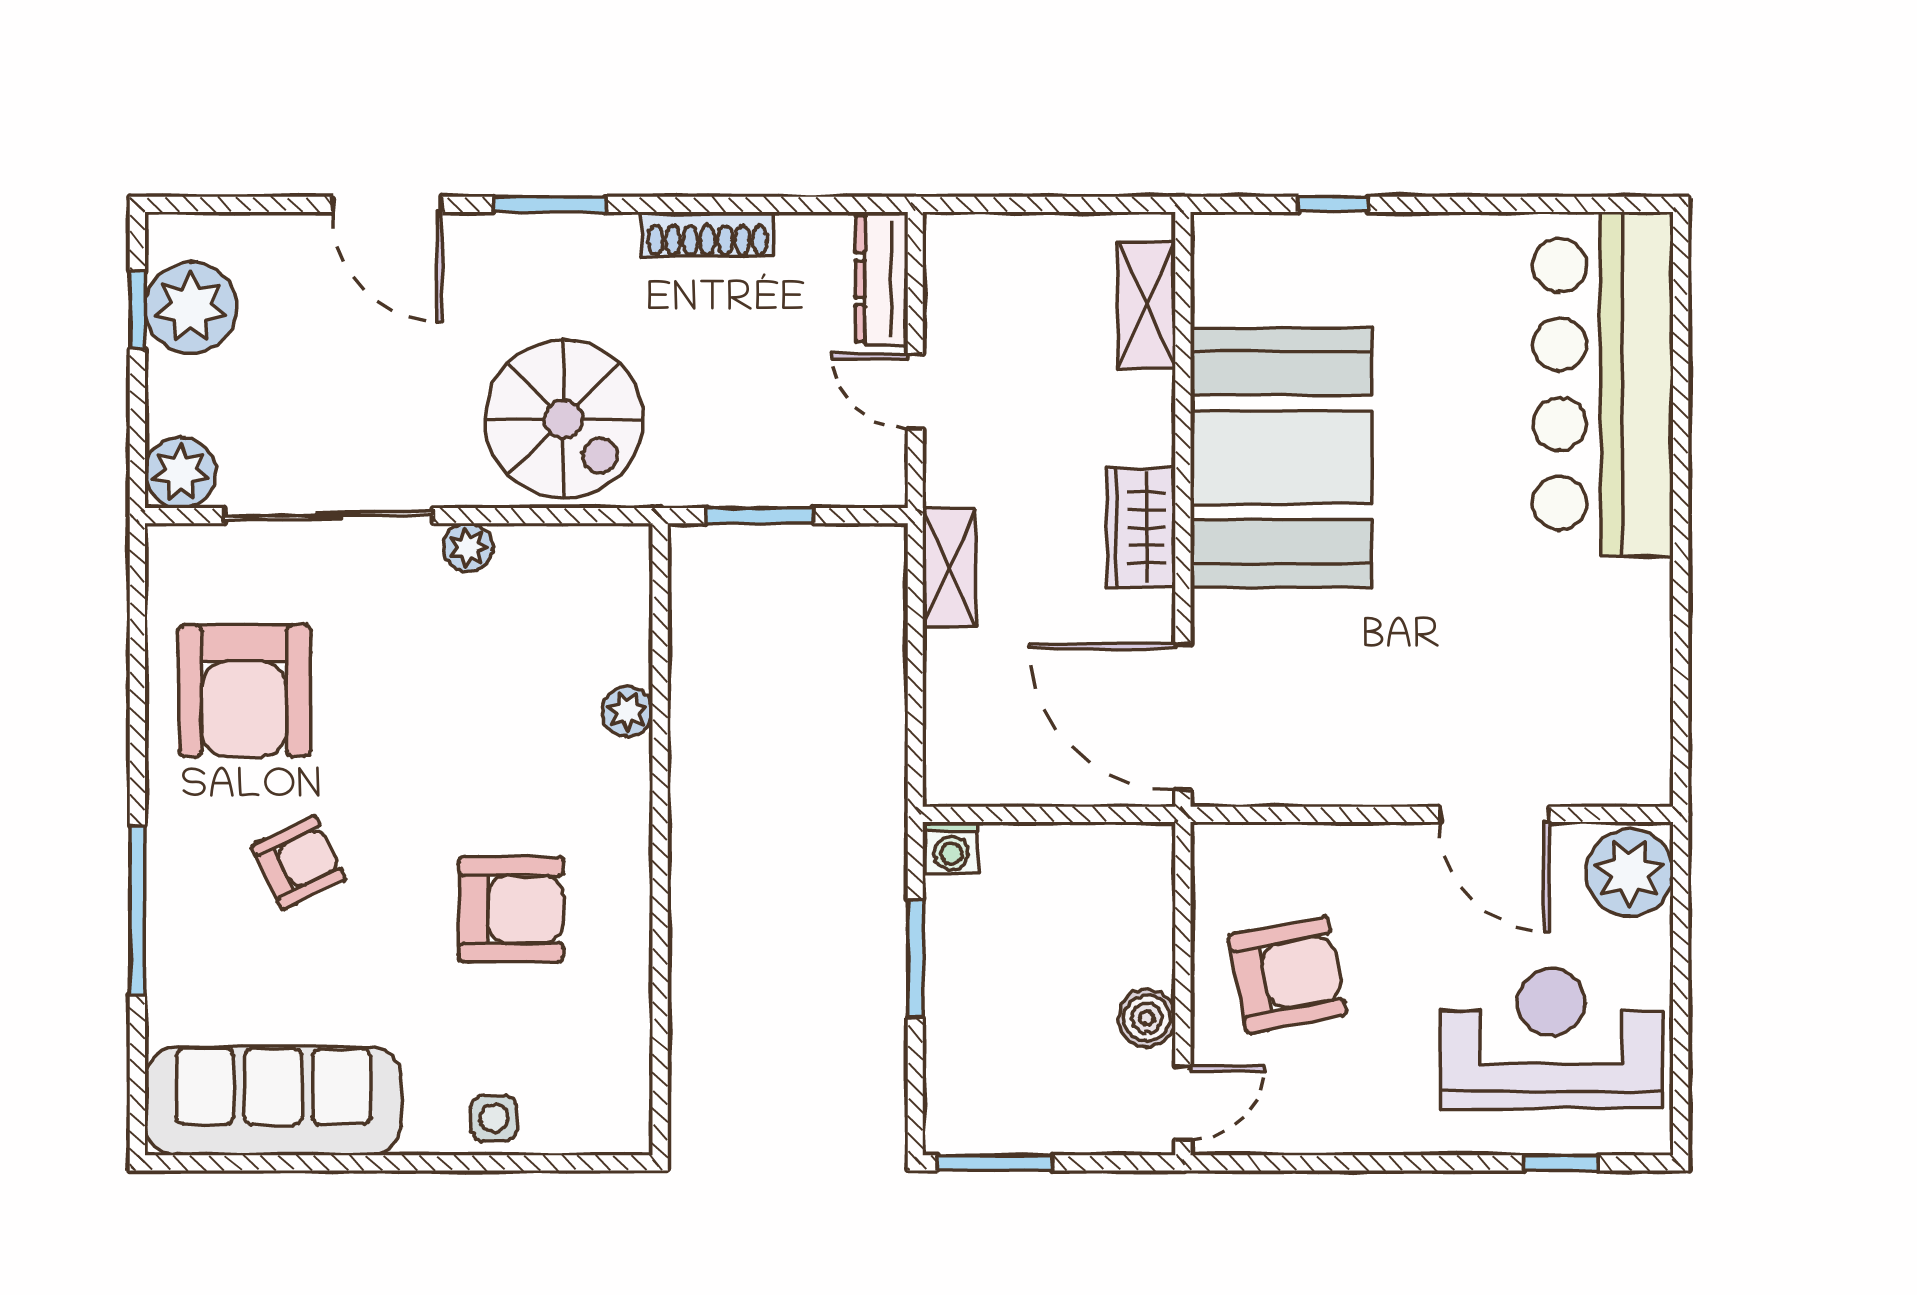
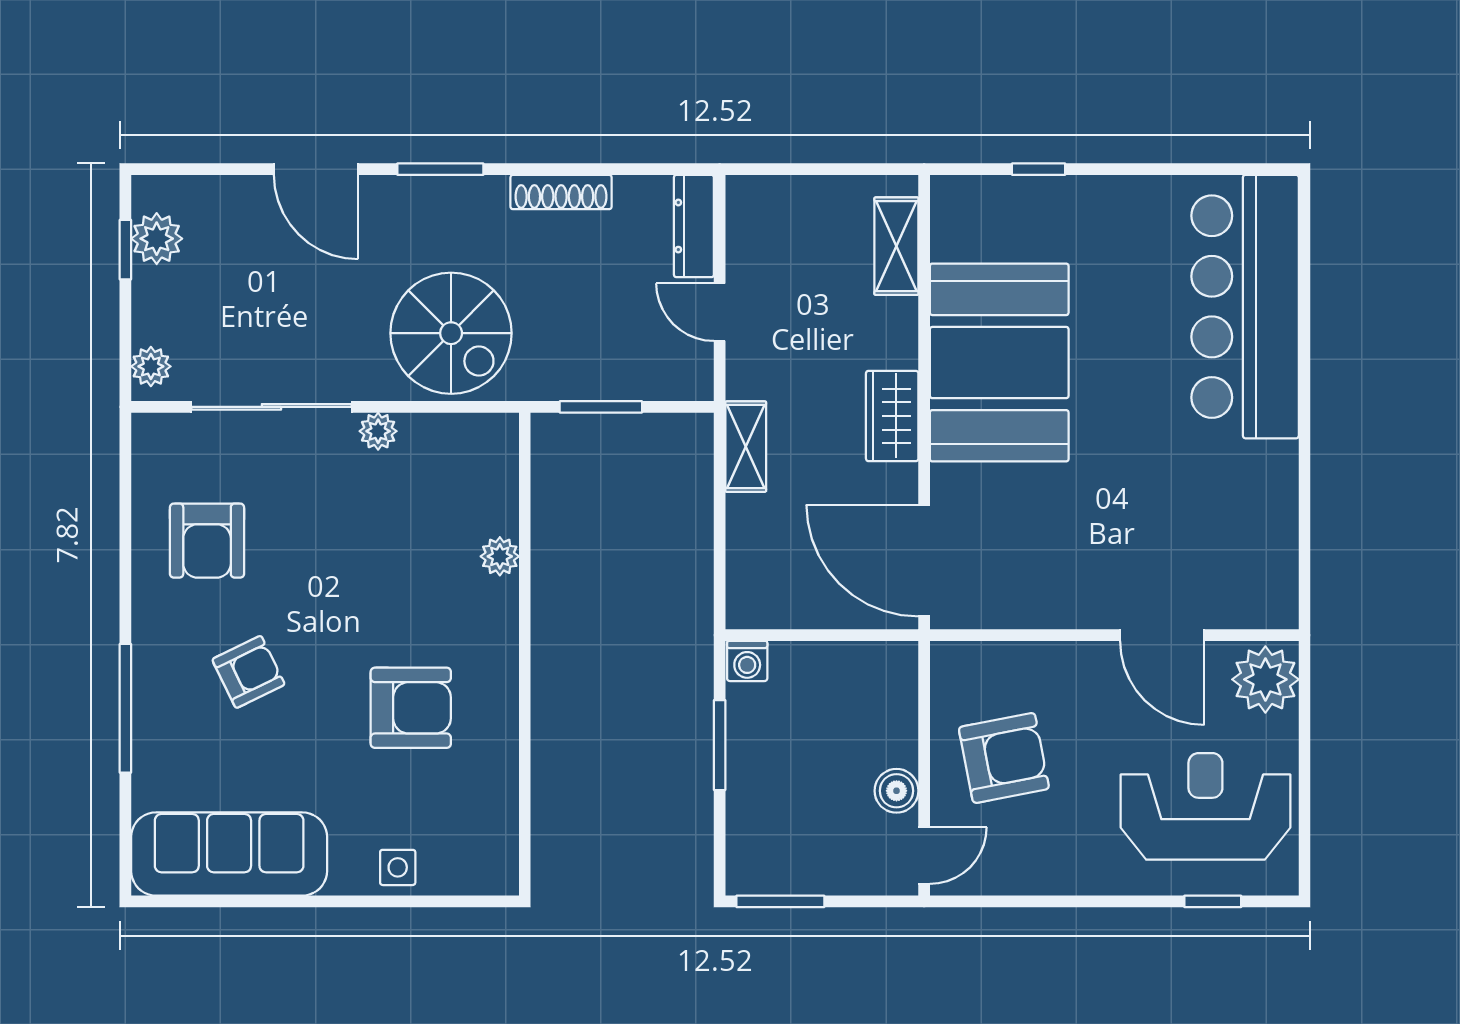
plant: (191, 308) -> (157, 239), width x0.73, depth x0.73
plant: (181, 472) -> (151, 366), width x0.73, depth x0.73
armchair: (244, 691) -> (207, 541), width x0.73, depth x0.73

